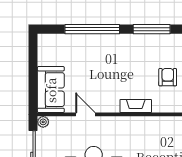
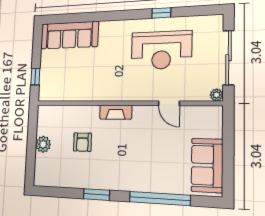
window: (152, 29) -> (96, 195), width x0.69
sofa: (51, 90) -> (207, 165), moved

